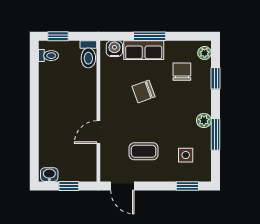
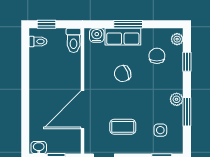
door: (98, 132) -> (83, 110), width x1.87

